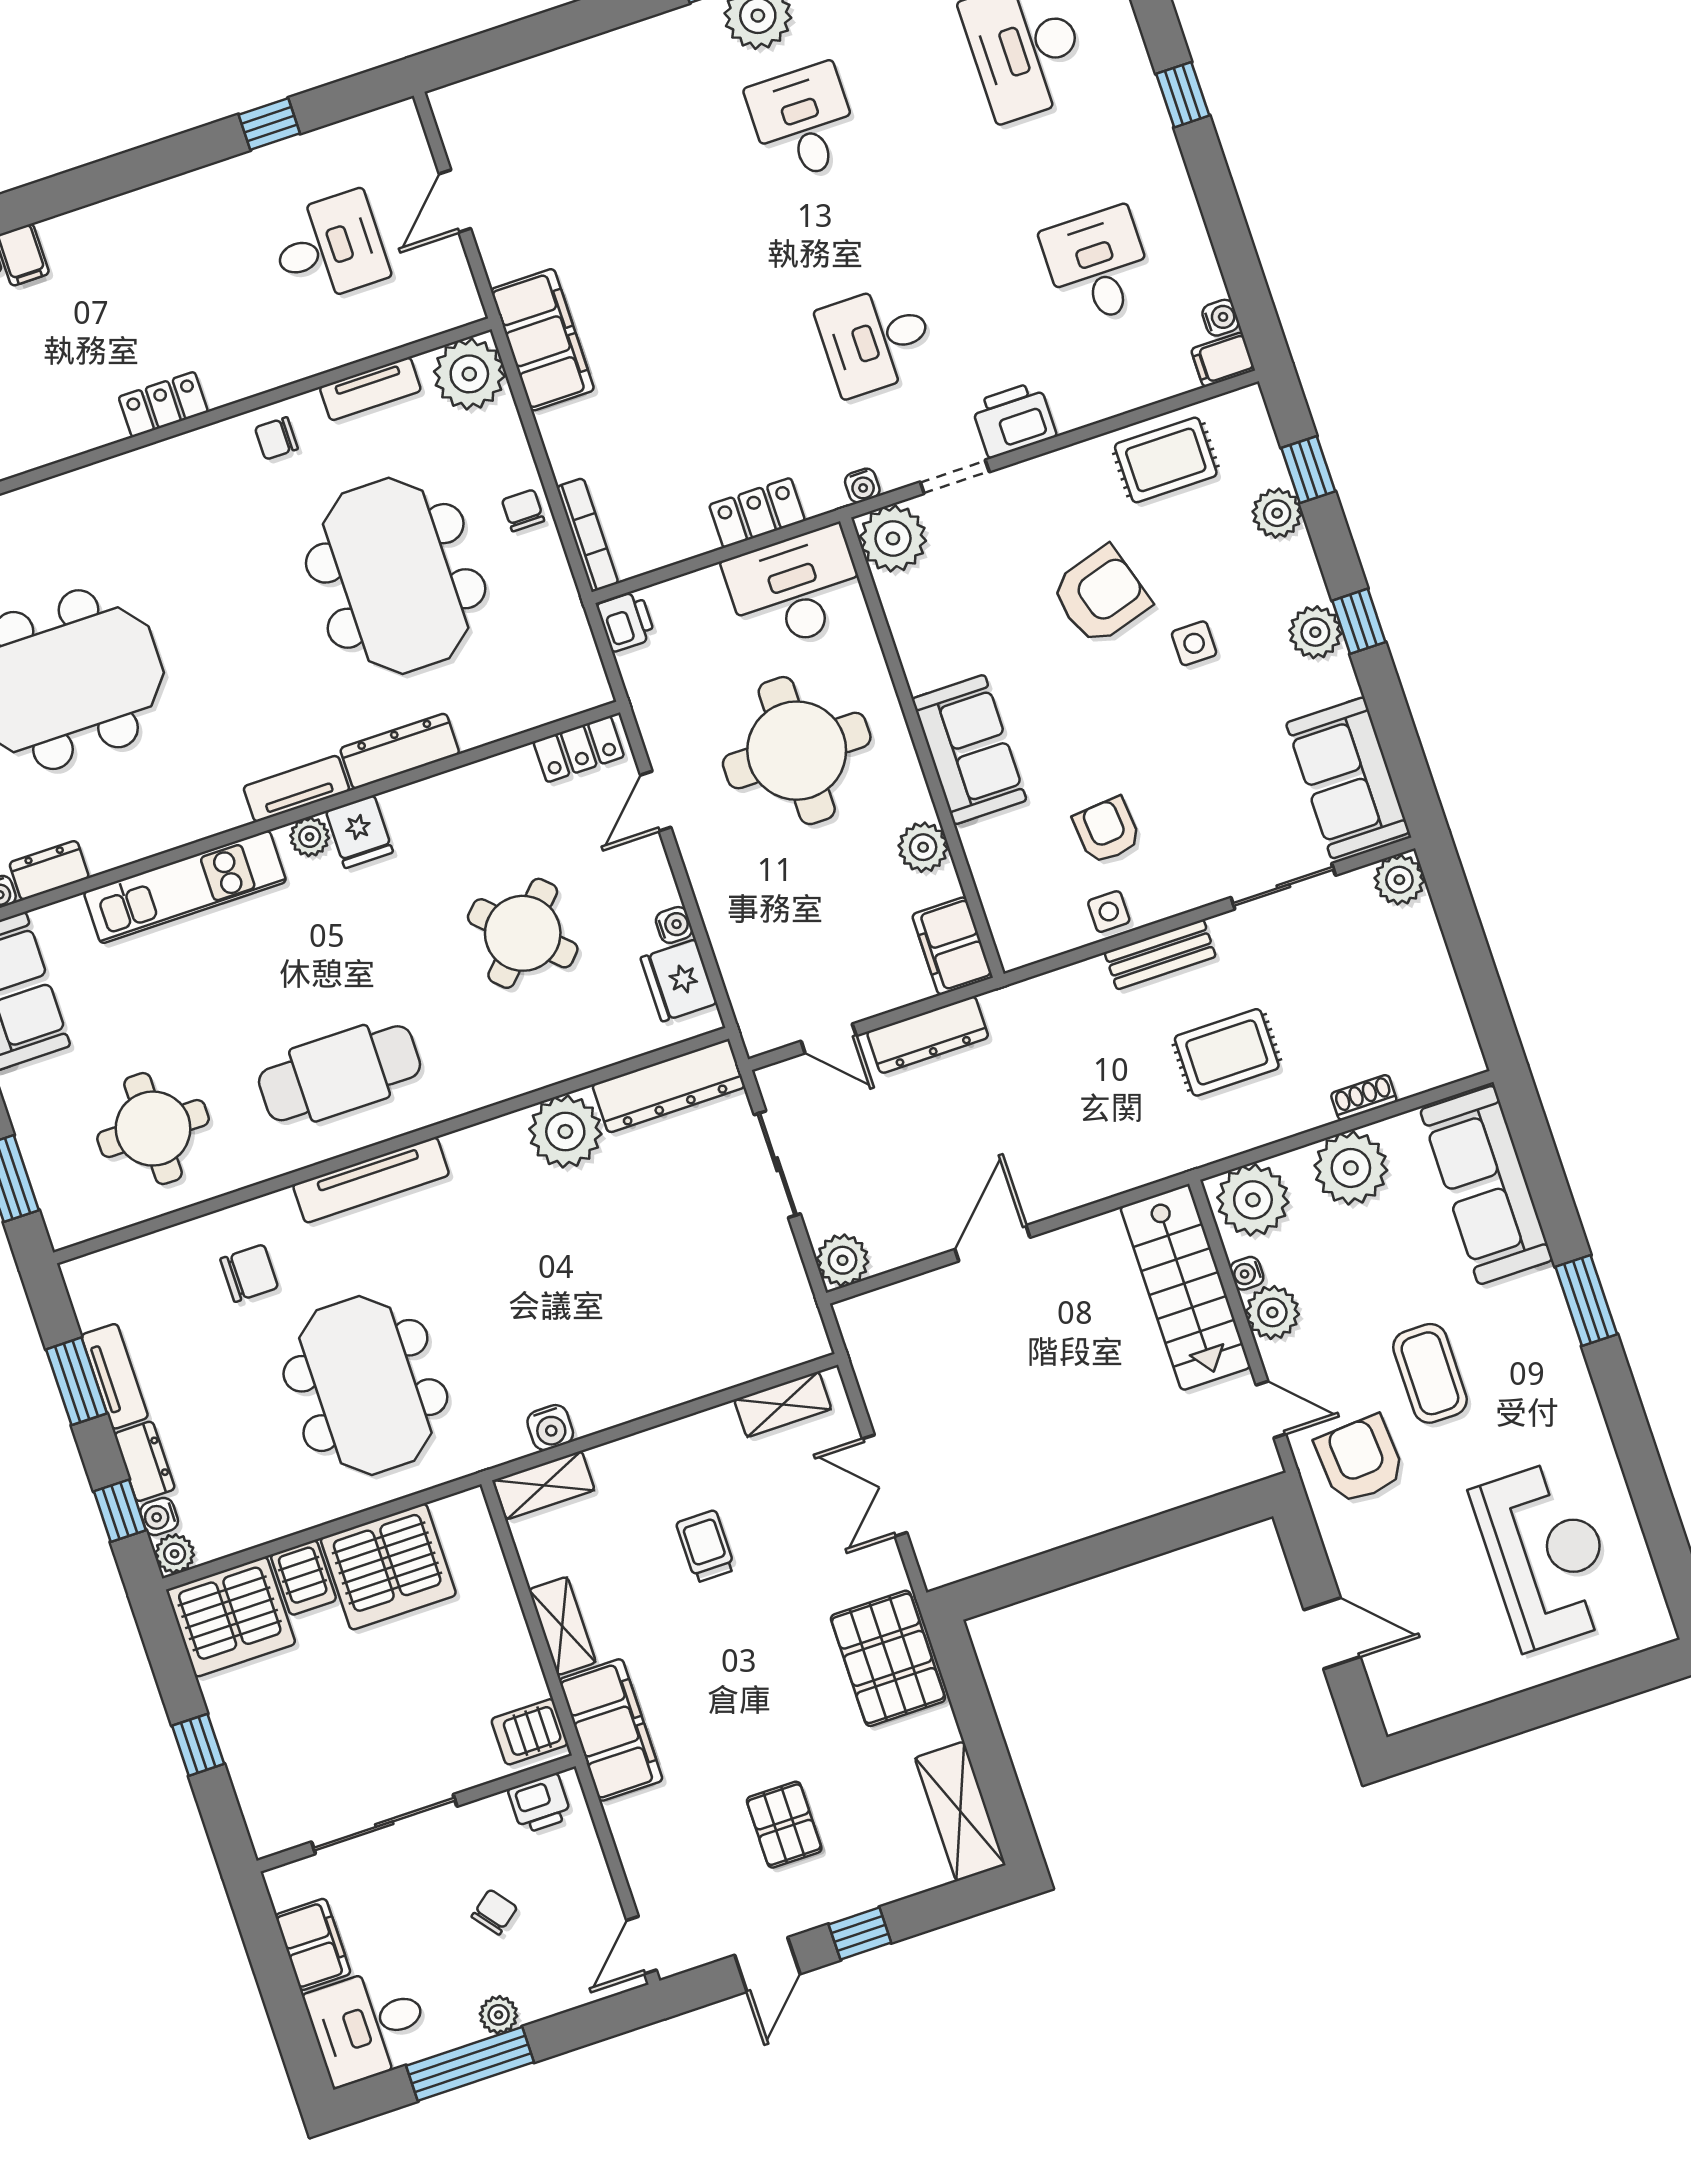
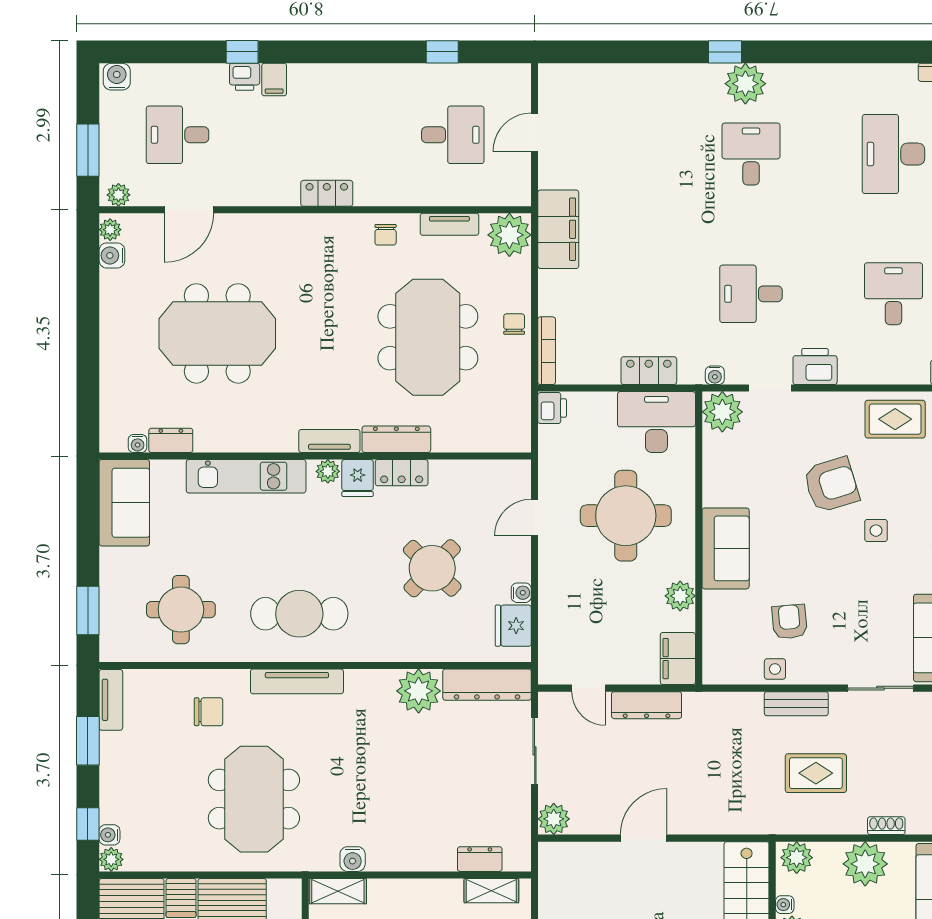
chair: (276, 438) -> (386, 235), turned -90
locker: (579, 749) -> (402, 473), moved
plant: (1253, 1200) -> (797, 858), width x0.73, depth x0.73
tv unit: (115, 1376) -> (111, 700), moved
dresser: (144, 1461) -> (480, 859), moved, turned -90

